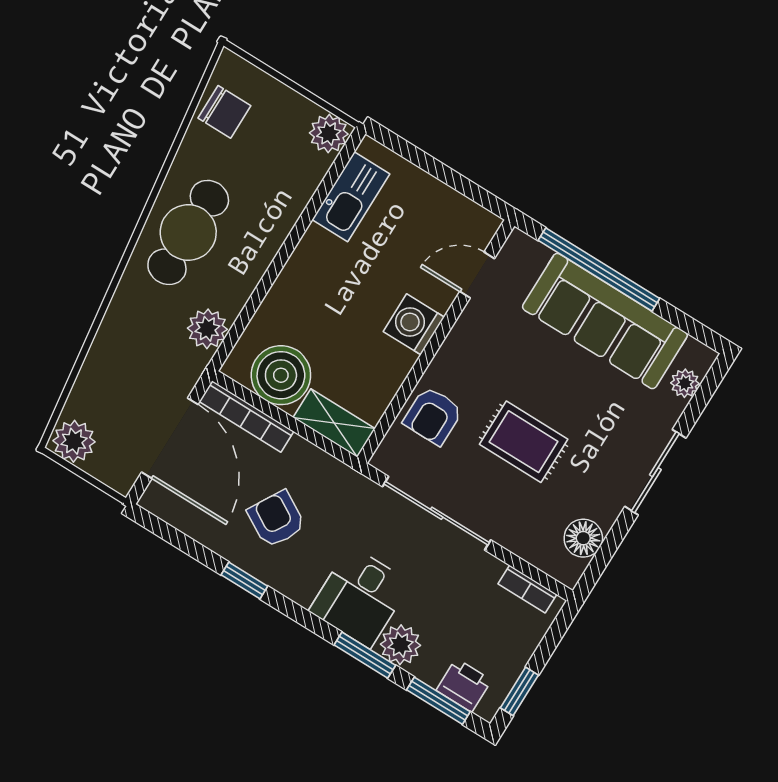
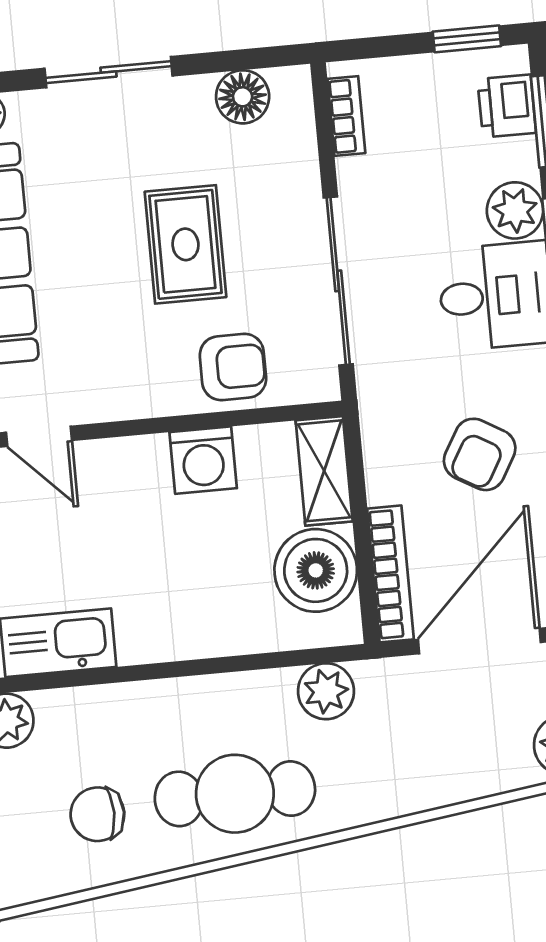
chair: (224, 112) -> (97, 814), moved, turned -90
washing machine: (414, 324) -> (203, 460), moved

